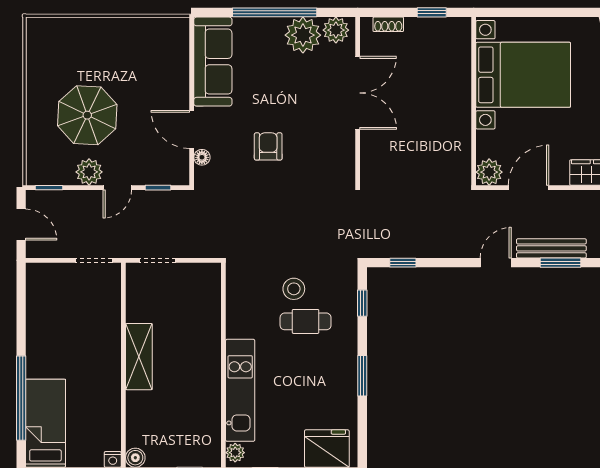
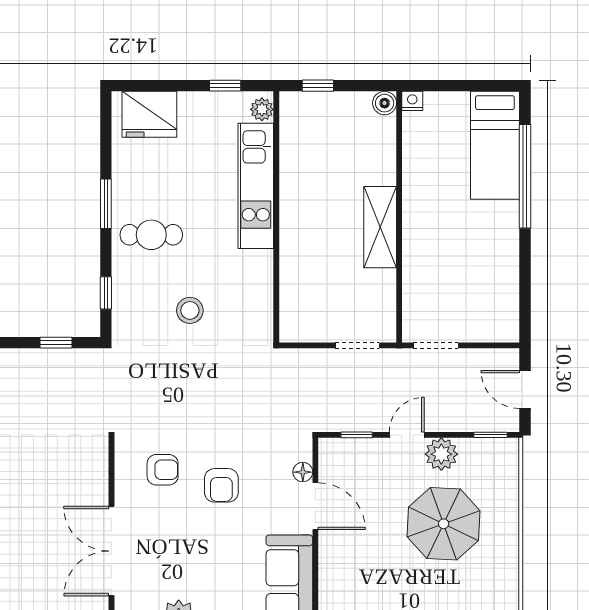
armchair: (316, 159) -> (163, 470), added
cafe table: (306, 321) -> (151, 235), moved

